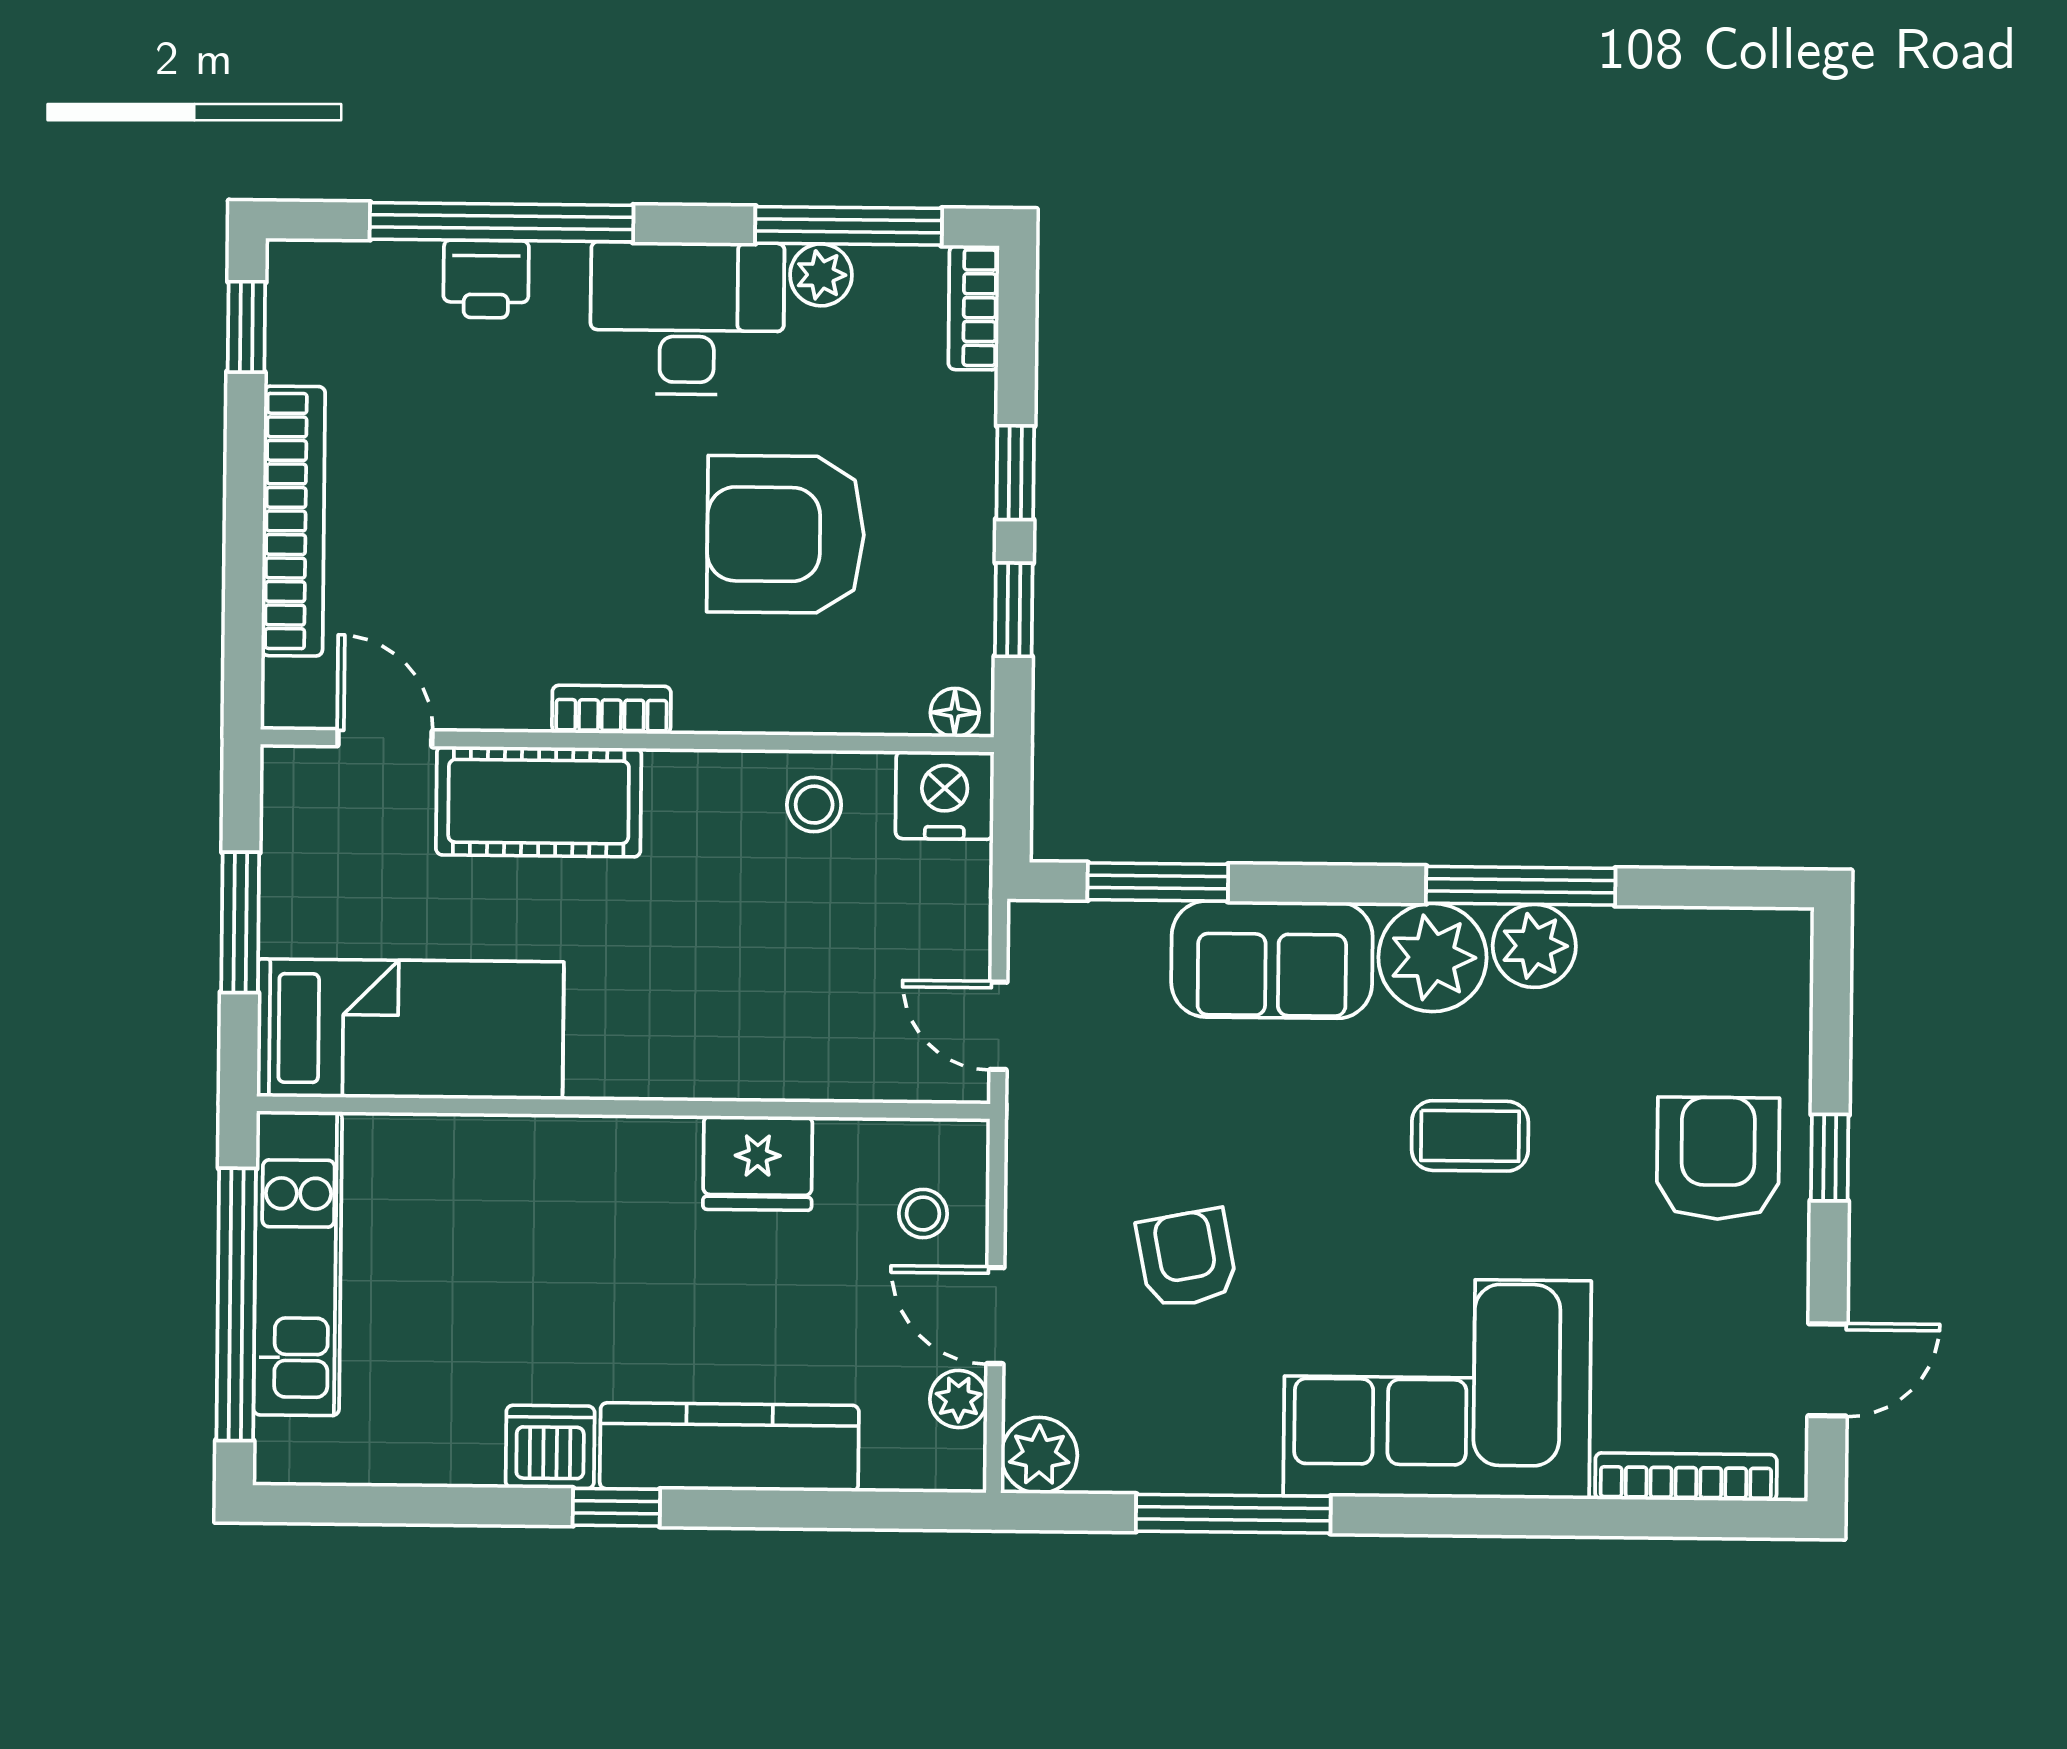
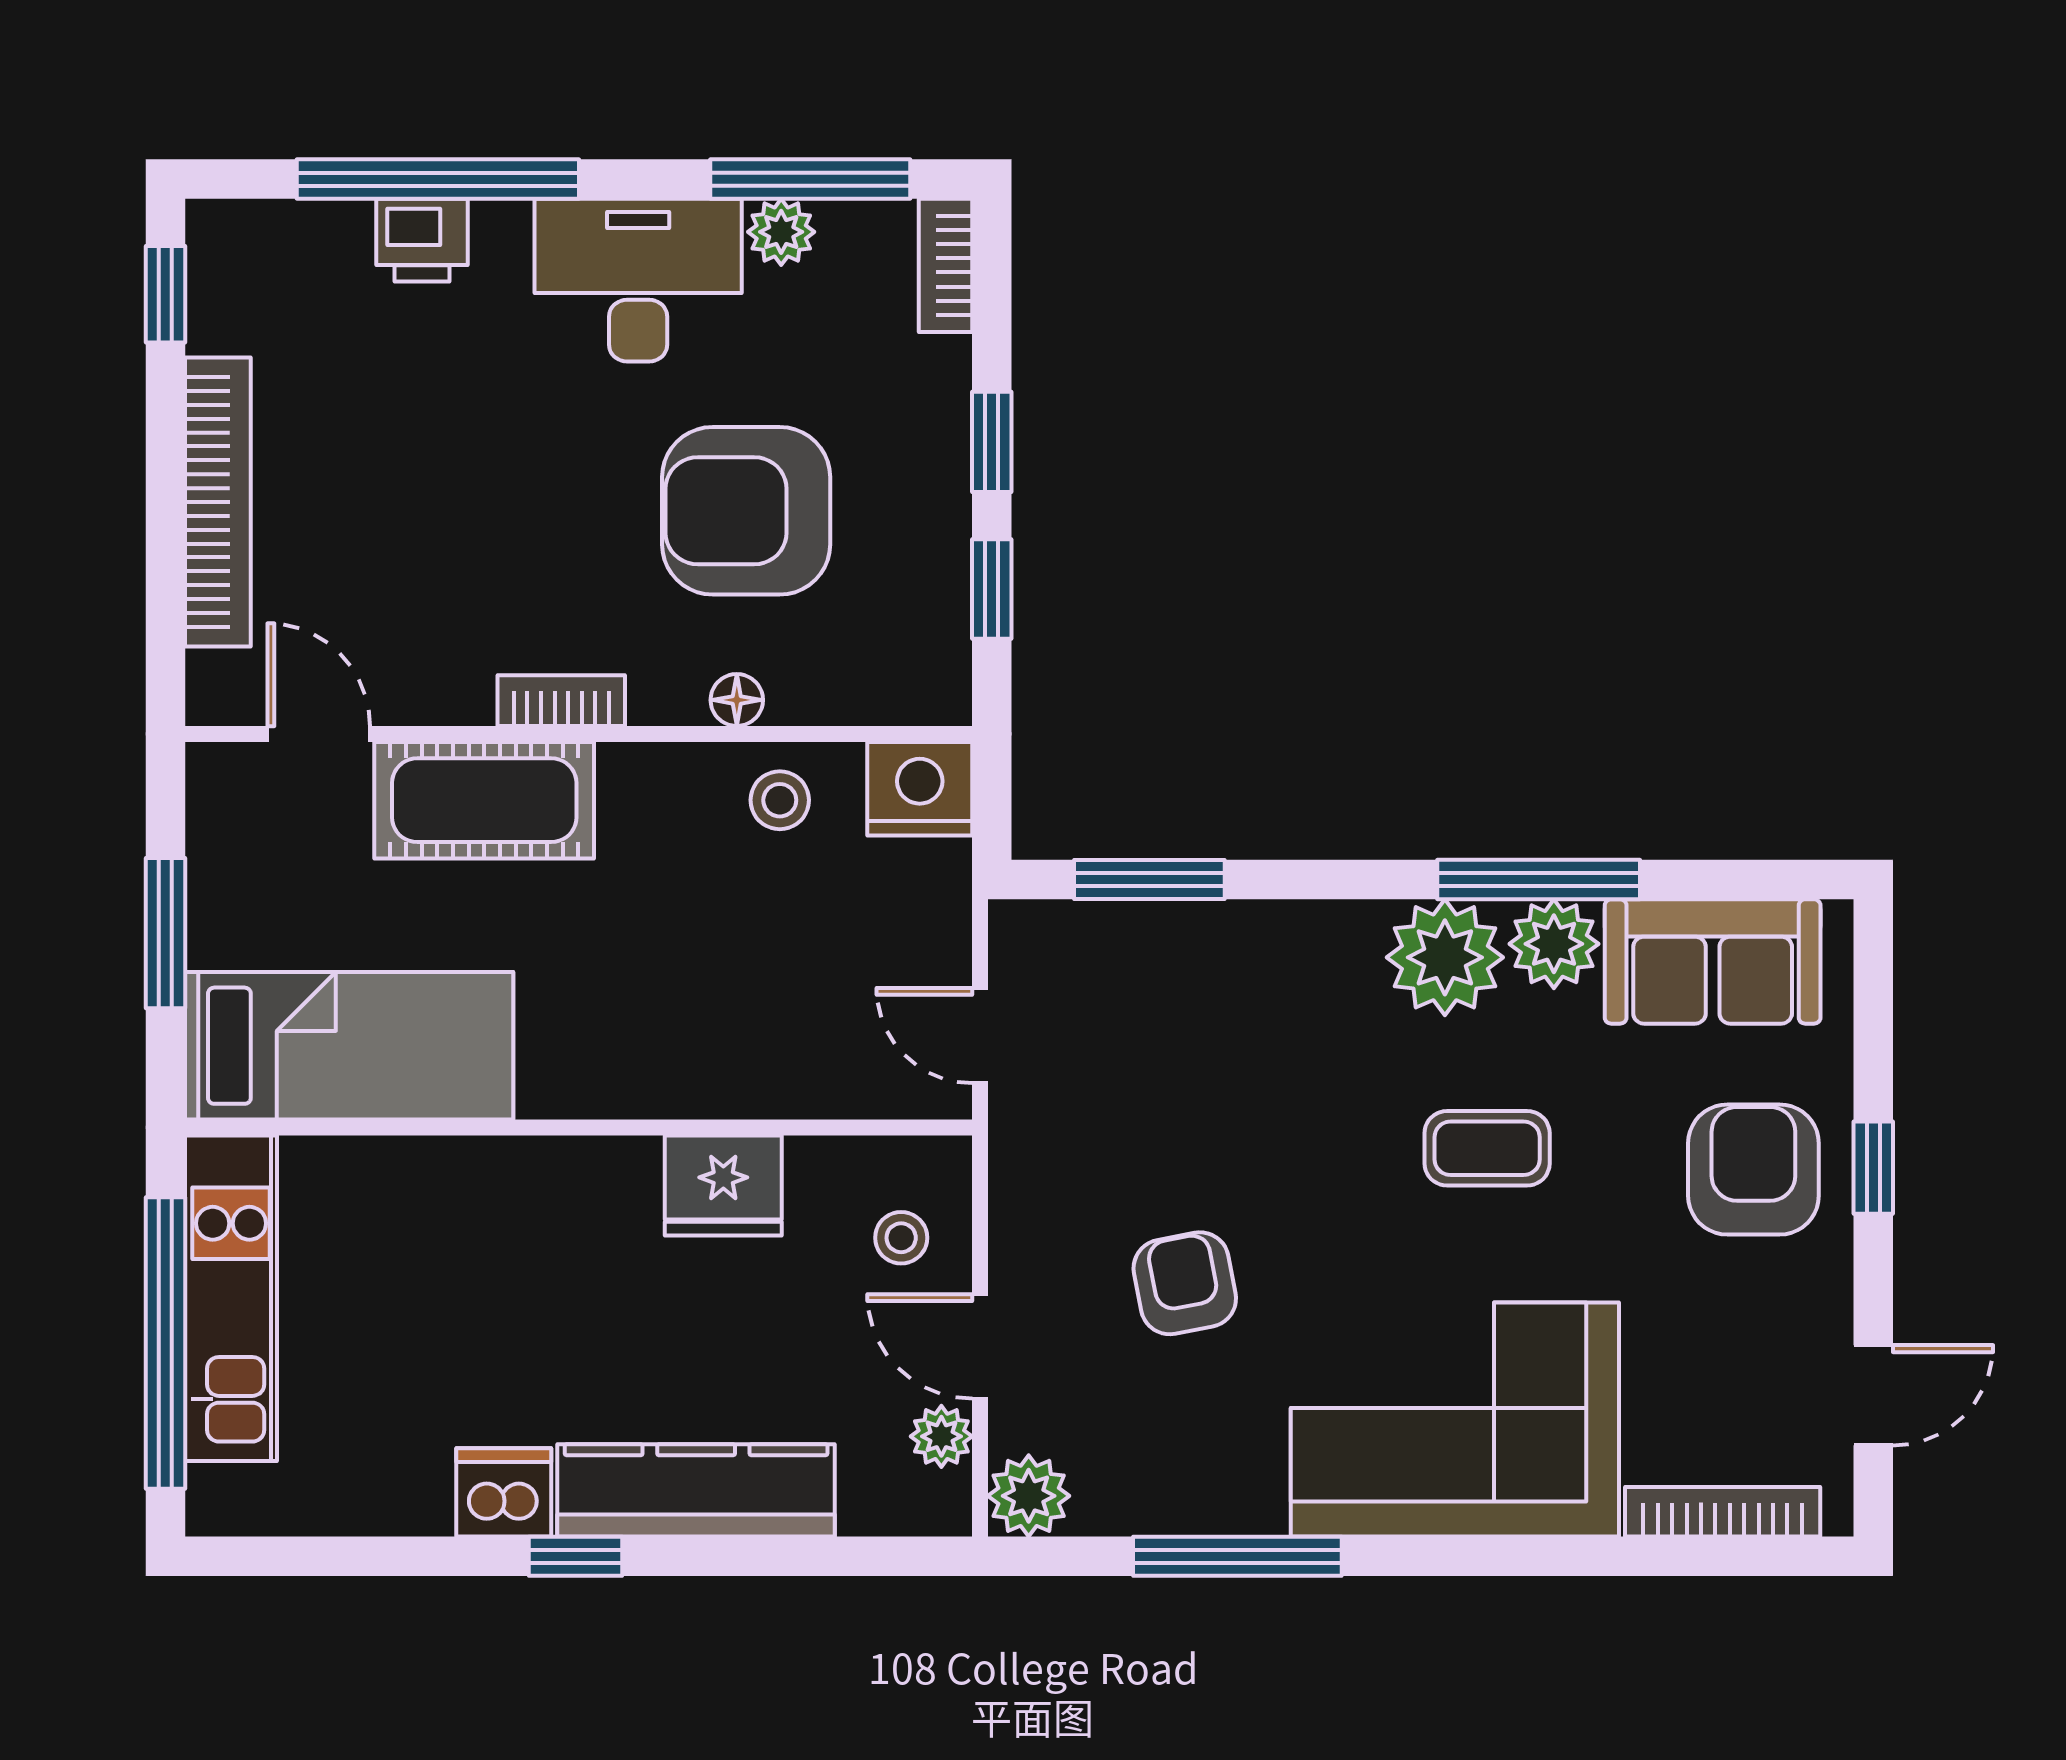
floor lamp: (955, 713) -> (737, 700), moved
sofa: (1272, 960) -> (1713, 961), moved

